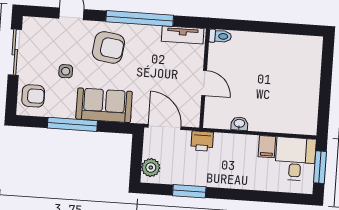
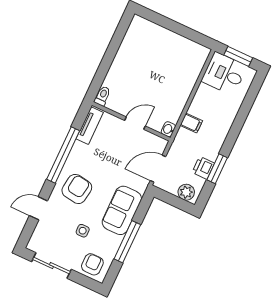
washbasin: (239, 124) -> (168, 129), moved
printer: (202, 141) -> (203, 168), moved, turned 180
filing cabinet: (267, 147) -> (191, 123), moved

